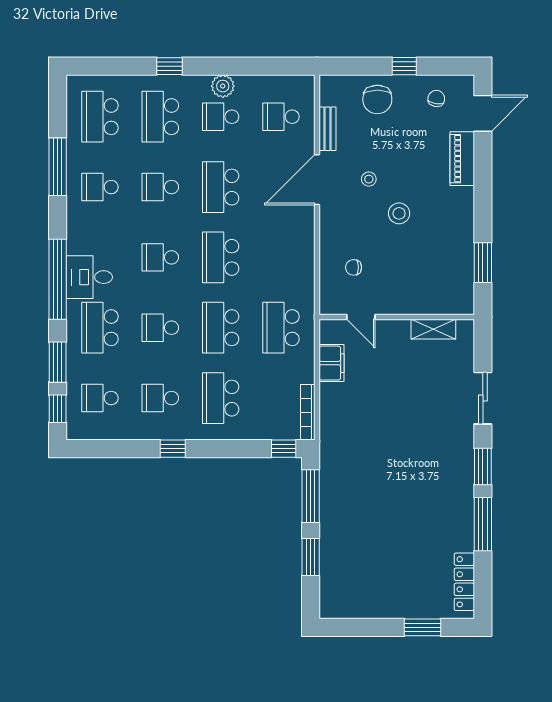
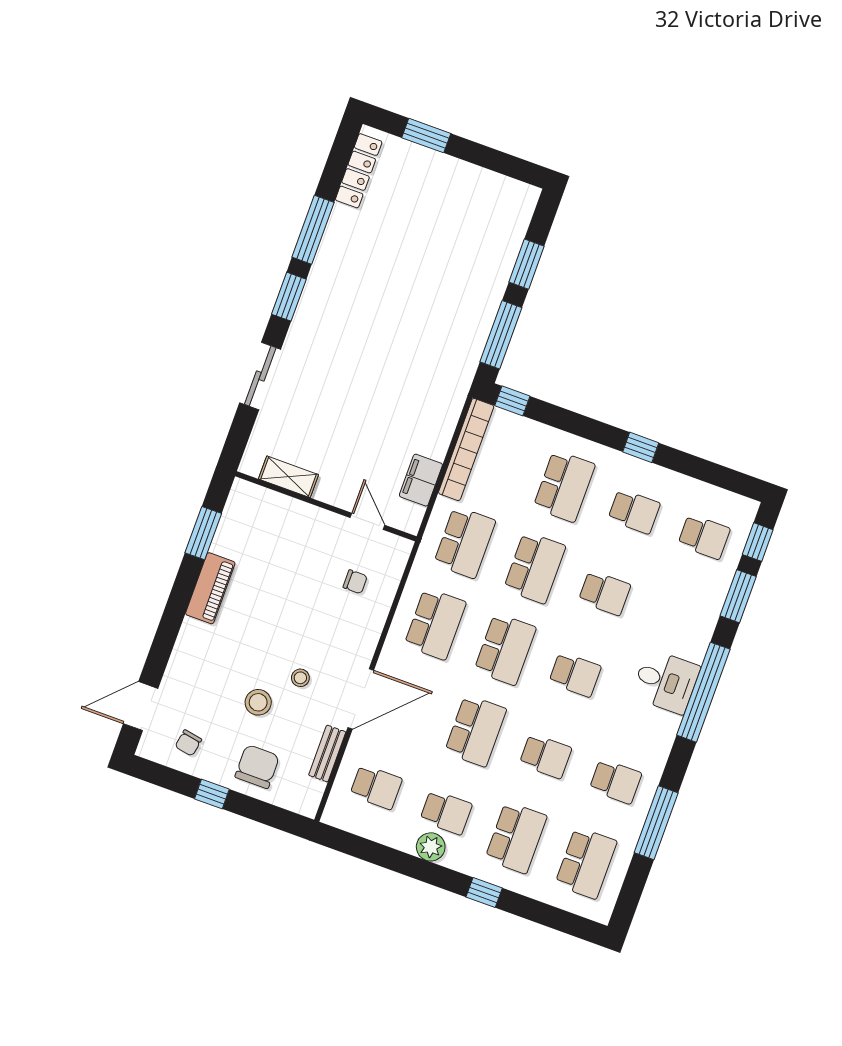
piano: (462, 159) -> (210, 588), moved
stool: (399, 213) -> (258, 702), moved
school desk: (100, 328) -> (435, 624), moved
bookcase: (308, 412) -> (466, 450), width x1.48, depth x1.31

